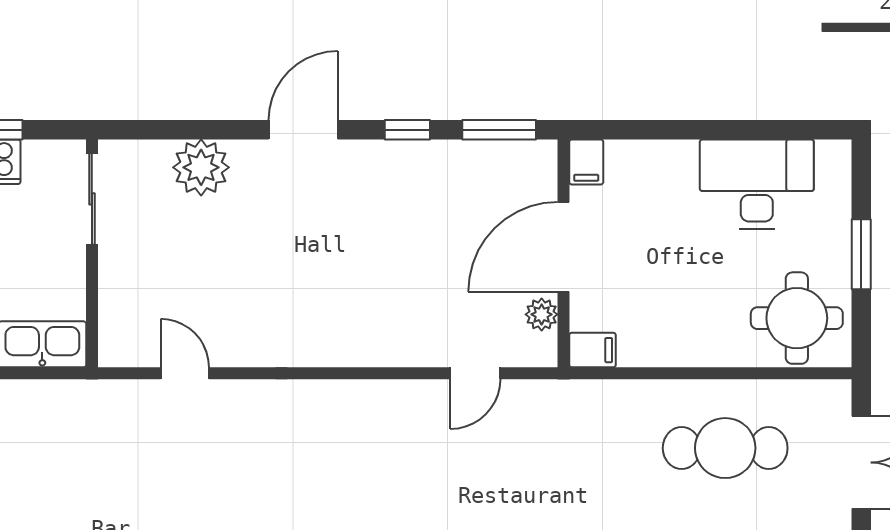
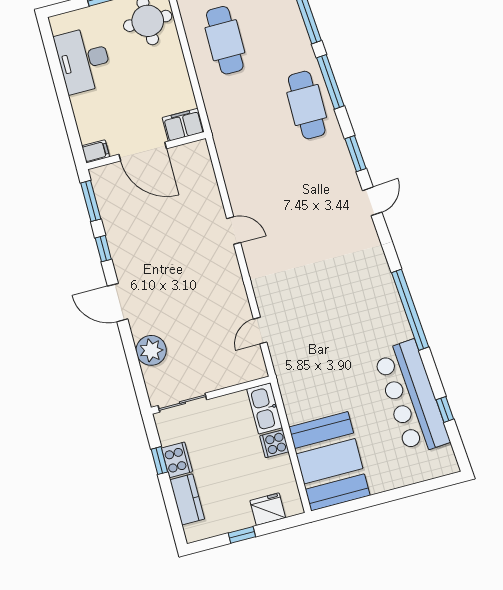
plant: (542, 314) -> (181, 154), removed
filing cabinet: (592, 350) -> (183, 125), width x2.00
door: (475, 373) -> (234, 231), moved

